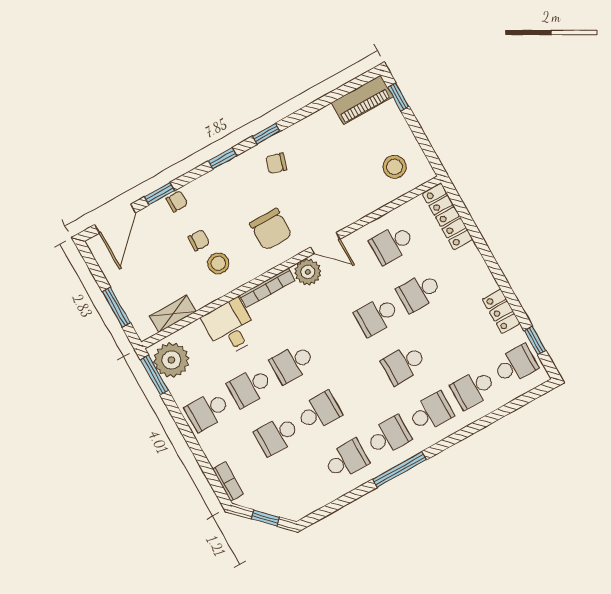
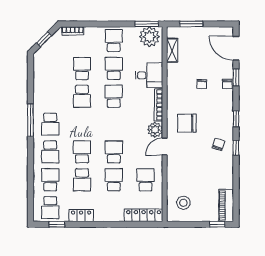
stool: (218, 263) -> (185, 87), removed
school desk: (346, 460) -> (82, 180), moved

